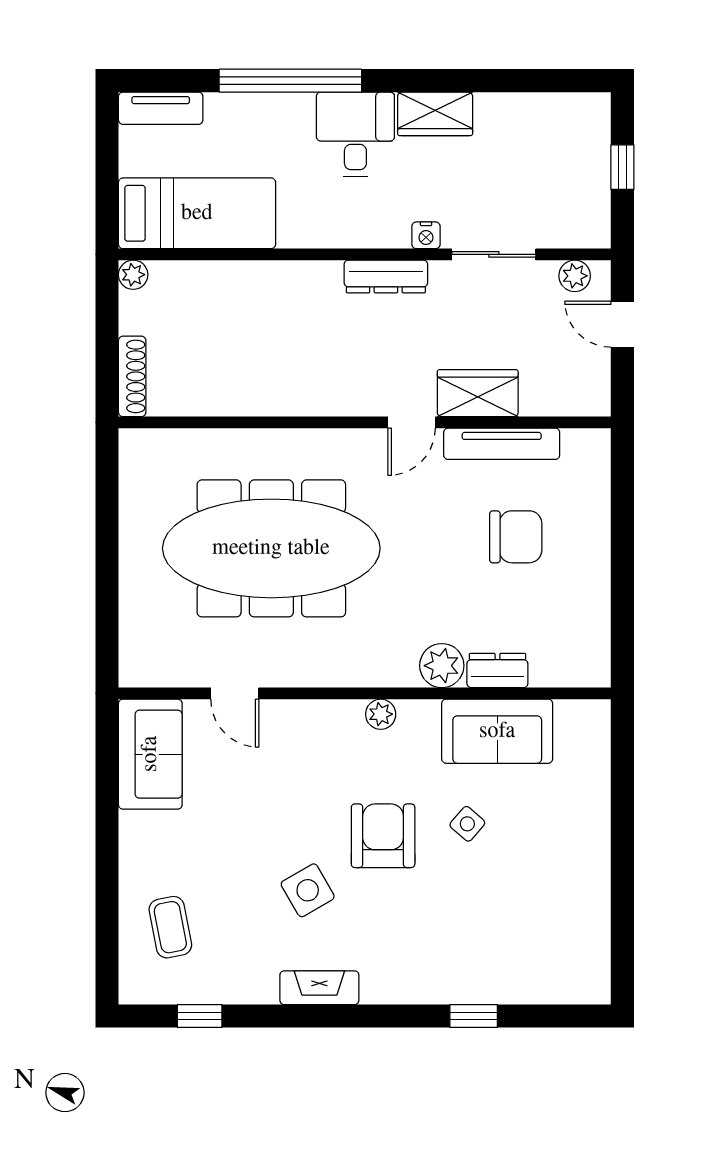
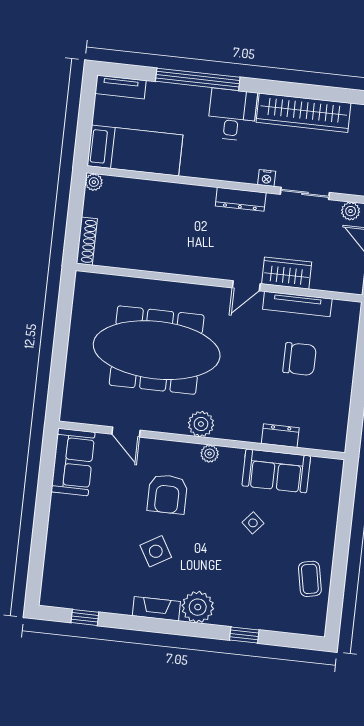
wardrobe: (435, 114) -> (304, 113), width x2.10, depth x1.17
plant: (442, 666) -> (201, 424), moved
armchair: (383, 836) -> (167, 494), moved, turned 180
coffee table: (170, 927) -> (310, 579), moved
plant: (389, 977) -> (198, 607), added

